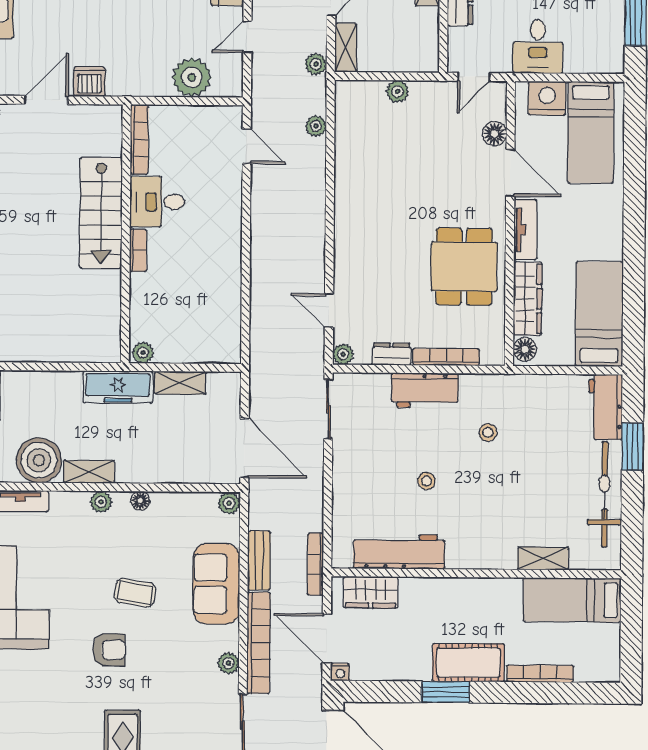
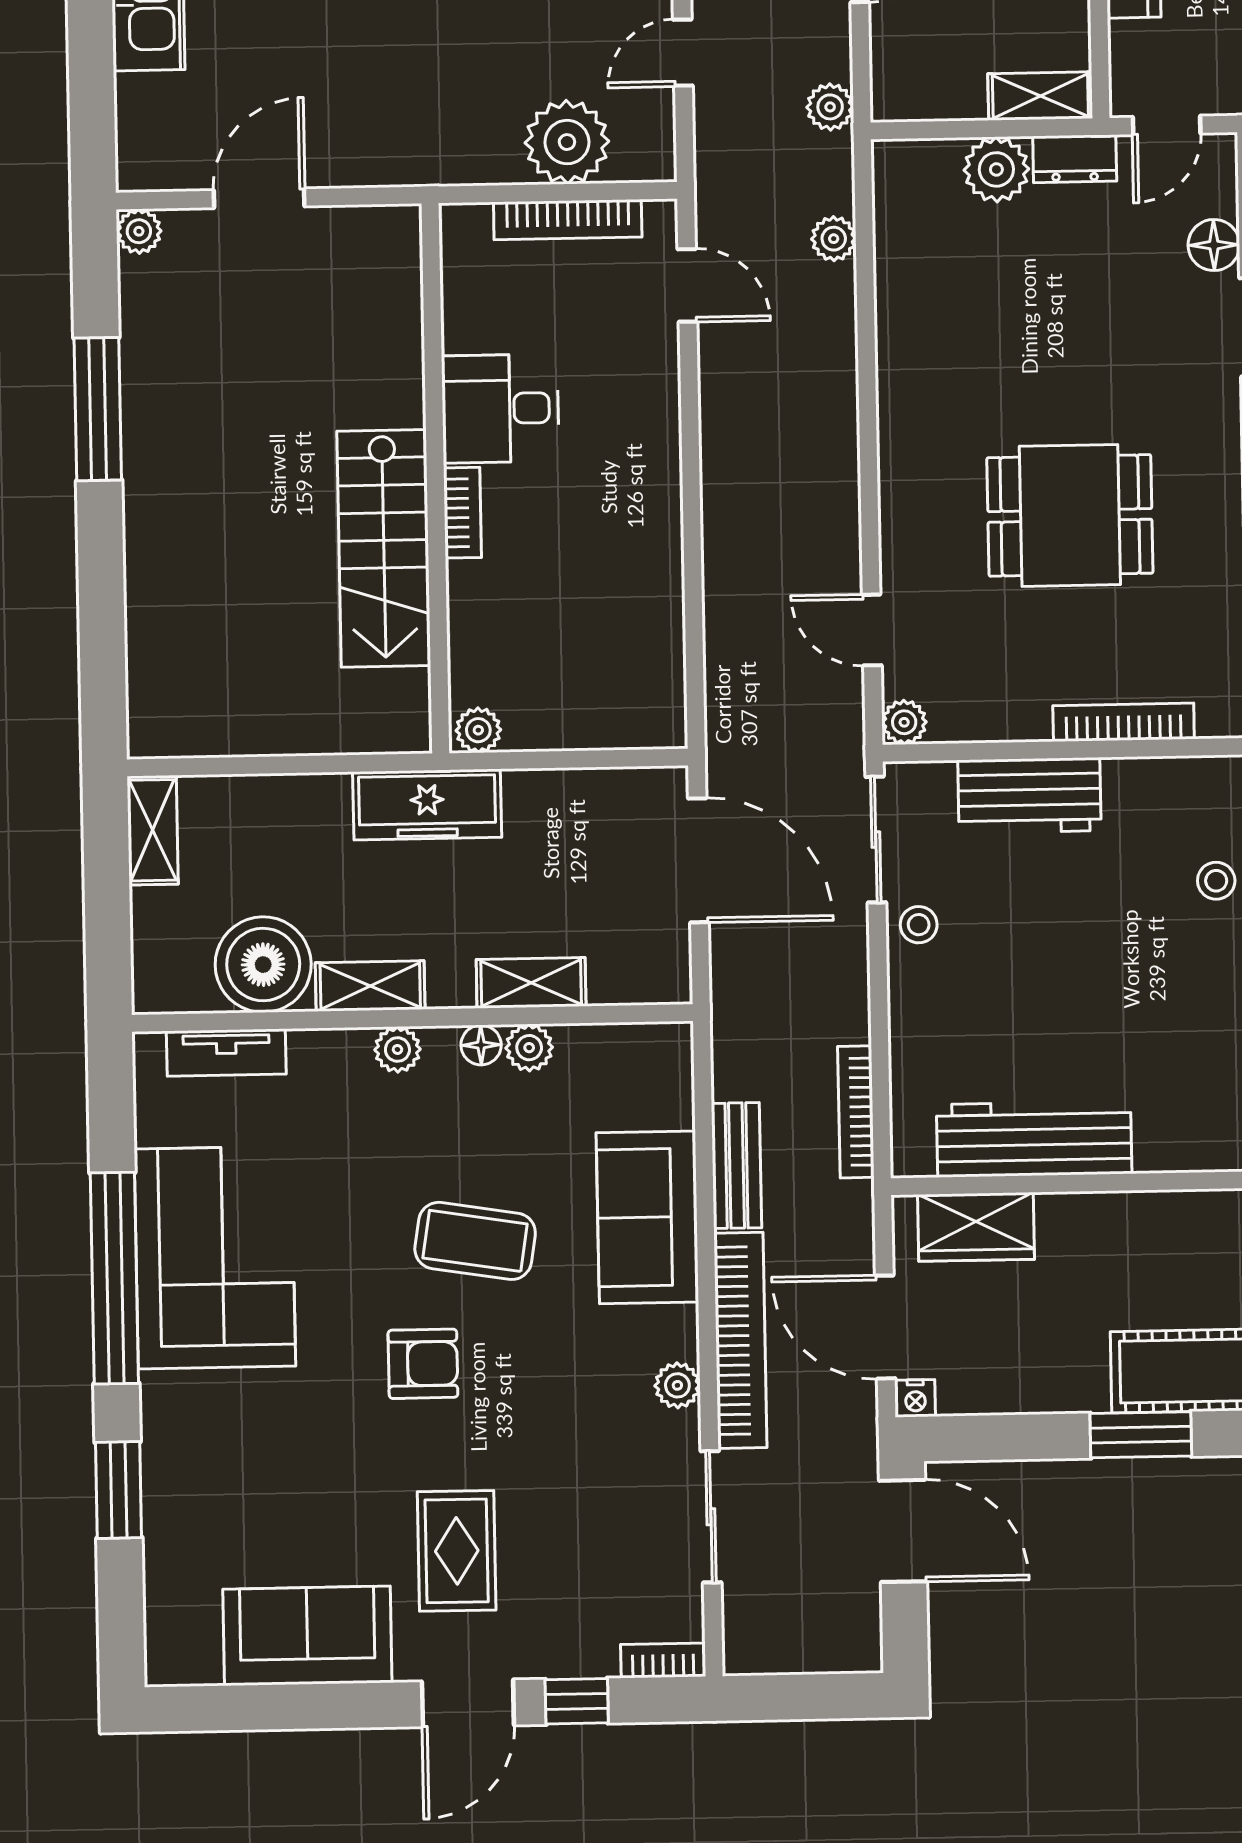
shelving: (346, 48) -> (1040, 96), moved, turned 90
dishwasher: (89, 82) -> (350, 157), removed
plant: (397, 91) -> (996, 169), width x1.38, depth x1.38
bookcase: (139, 140) -> (568, 220), moved, turned 90
stairs: (101, 213) -> (384, 548), moved
dining table: (464, 267) -> (1070, 515), moved, turned 90
dresser: (392, 354) -> (1075, 159), moved, turned 180
shelving: (180, 383) -> (531, 983), moved
workbench: (425, 390) -> (1029, 795), moved
door: (244, 448) -> (698, 860), moved
stool: (426, 481) -> (919, 925), moved
plant: (229, 503) -> (529, 1048), moved
bookcase: (315, 564) -> (856, 1112), moved
coffee table: (135, 593) -> (475, 1241), width x1.36, depth x1.30

